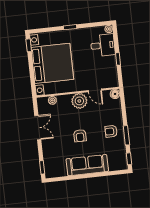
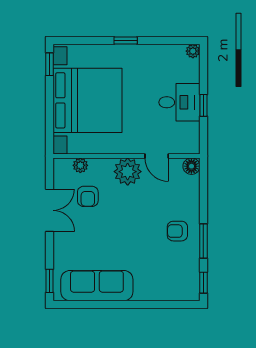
desk: (103, 45) -> (179, 102), moved
armchair: (80, 136) -> (88, 196), moved
sofa: (87, 165) -> (97, 286), moved

